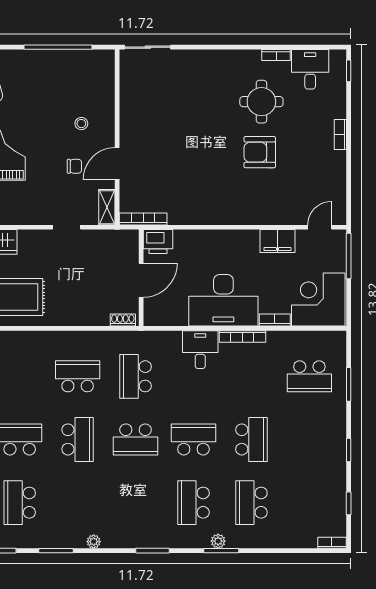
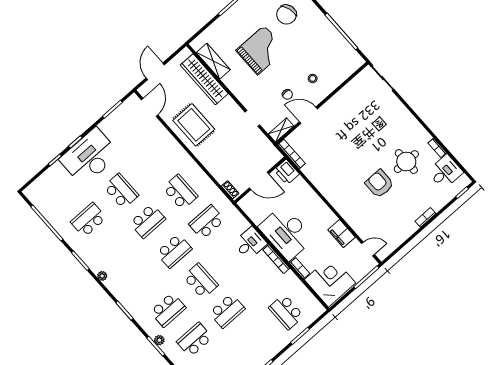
school desk: (136, 439) -> (174, 251), turned -90
school desk: (193, 503) -> (168, 310), turned 180

